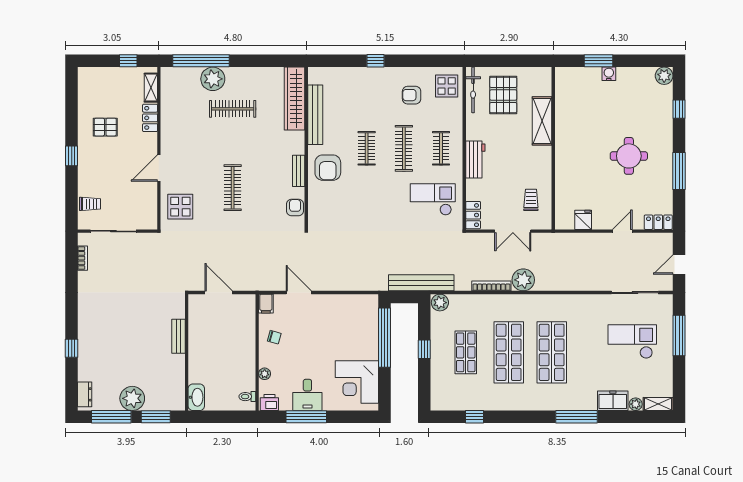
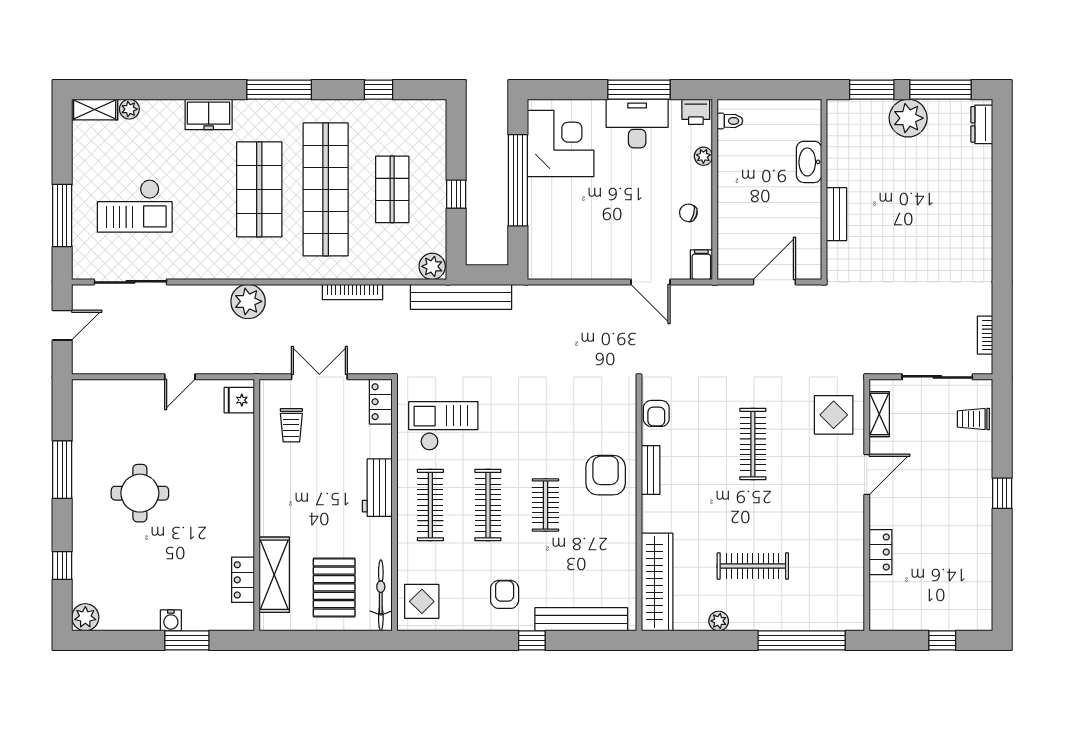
window: (128, 61) -> (942, 640), moved
plant: (213, 79) -> (719, 621), moved, width x0.53, depth x0.53
shelving: (151, 88) -> (879, 414), moved
armchair: (412, 95) -> (505, 594), moved, turned -90
bench: (315, 115) -> (581, 619), moved, turned 90
shelving: (542, 121) -> (274, 575), moved
pallet: (105, 127) -> (950, 538), removed
clothes rail: (441, 148) -> (430, 505), width x1.36
checkout: (433, 199) -> (443, 426), turned 180
fridge: (583, 220) -> (239, 400), moved, turned 90
locker: (658, 222) -> (243, 580), moved, turned 90
door: (622, 231) -> (180, 377), moved
plant: (523, 280) -> (248, 301), moved
door: (219, 293) -> (774, 282), swing flipped
window: (384, 338) -> (518, 180), moved
window: (72, 348) -> (1002, 196), removed
shop shelf: (509, 352) -> (326, 189), width x1.40
desk: (307, 395) -> (637, 123), width x1.37
washbasin: (196, 397) -> (809, 162), moved
freezer: (613, 401) -> (209, 114), moved
window: (576, 417) -> (279, 90), moved

